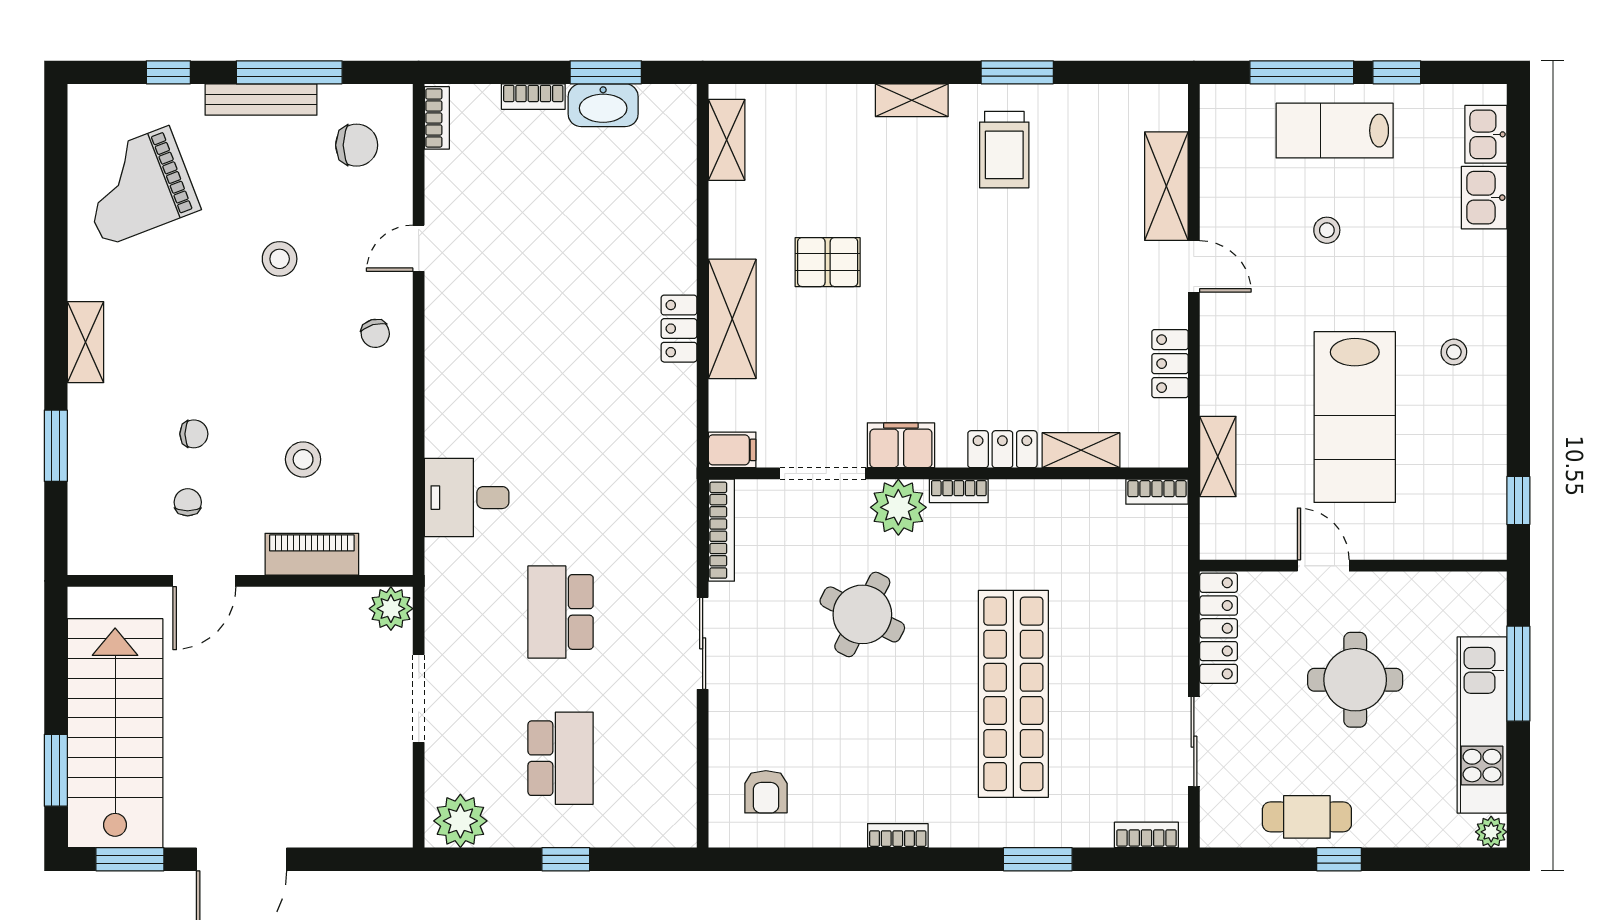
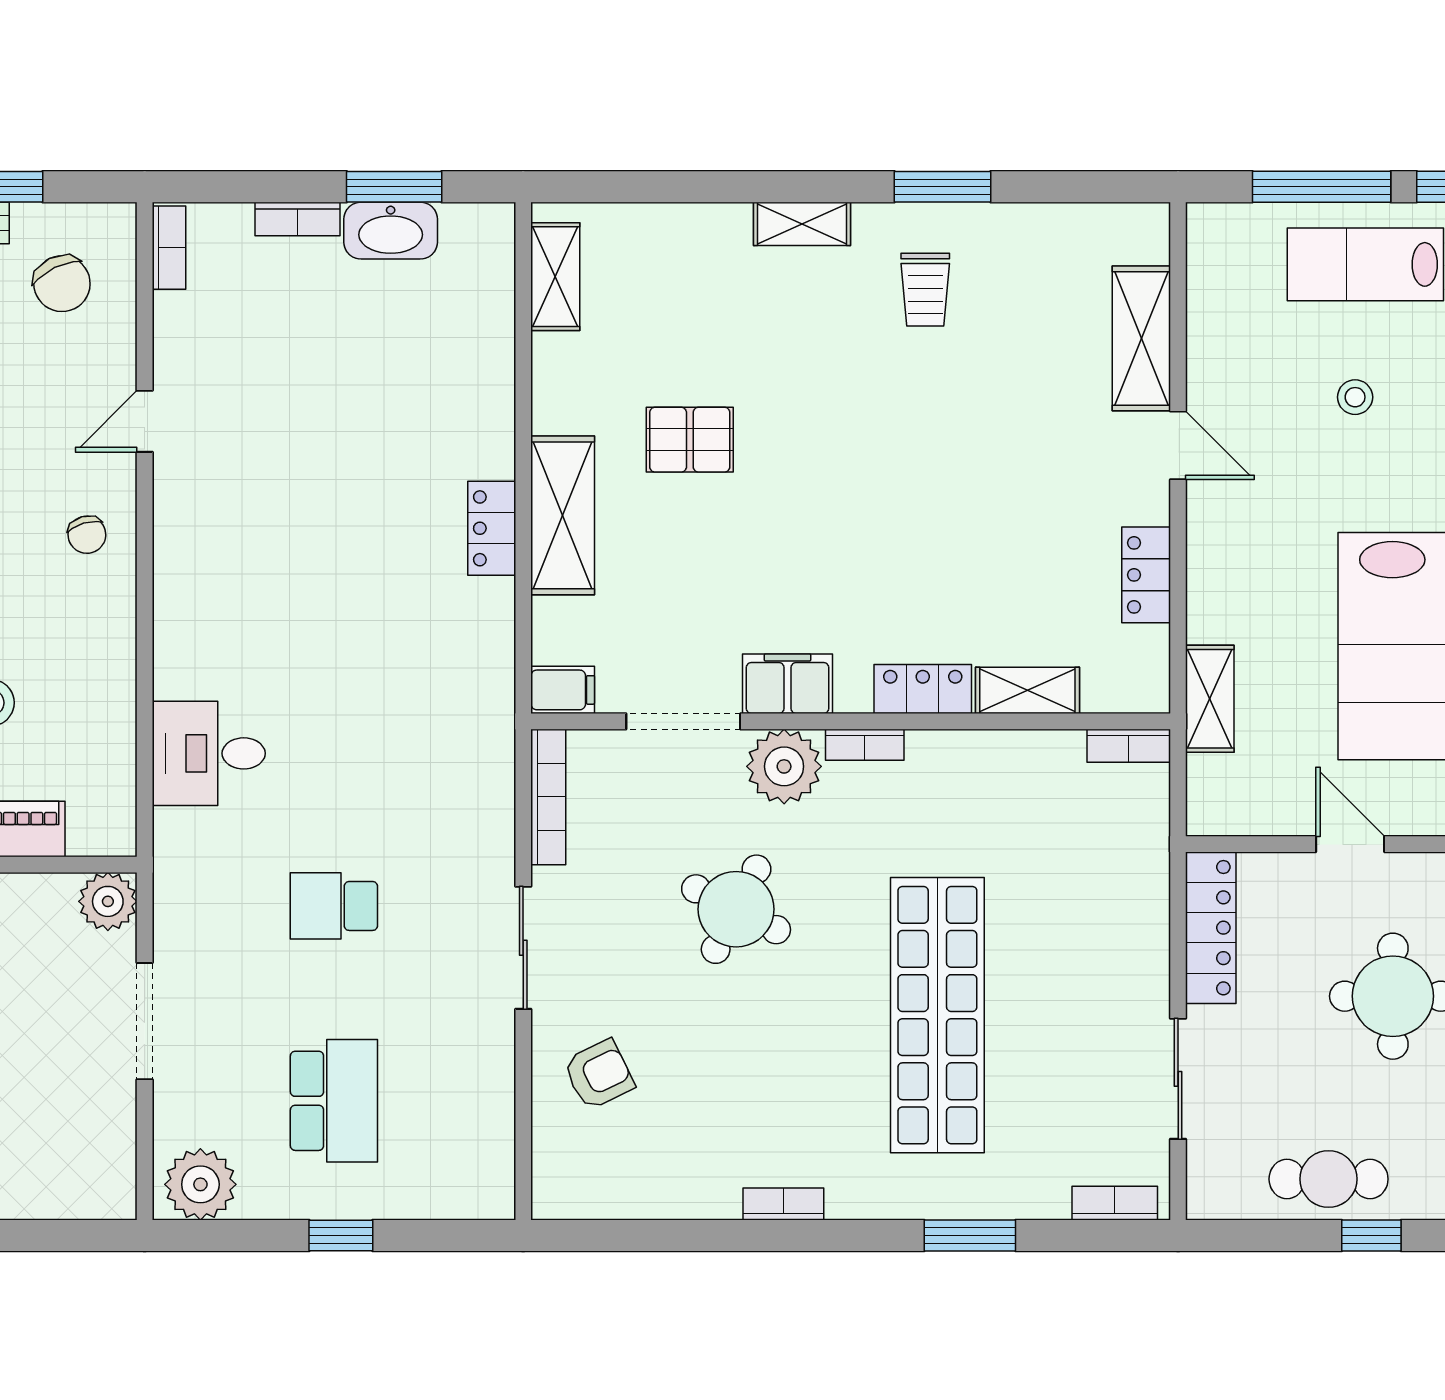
chair: (357, 145) -> (62, 284), turned 64
trolley: (1004, 150) -> (925, 290), width x0.73, depth x0.72
school desk: (561, 612) -> (334, 906), width x0.54
armchair: (766, 792) -> (599, 1075), moved, turned -116

